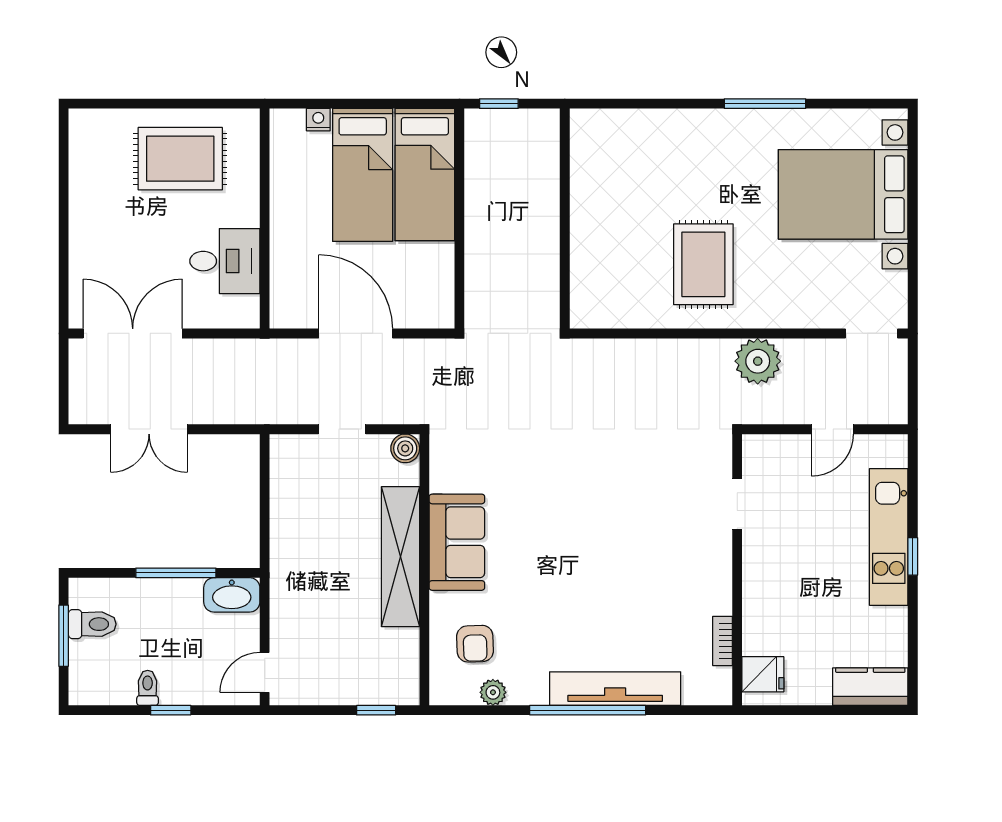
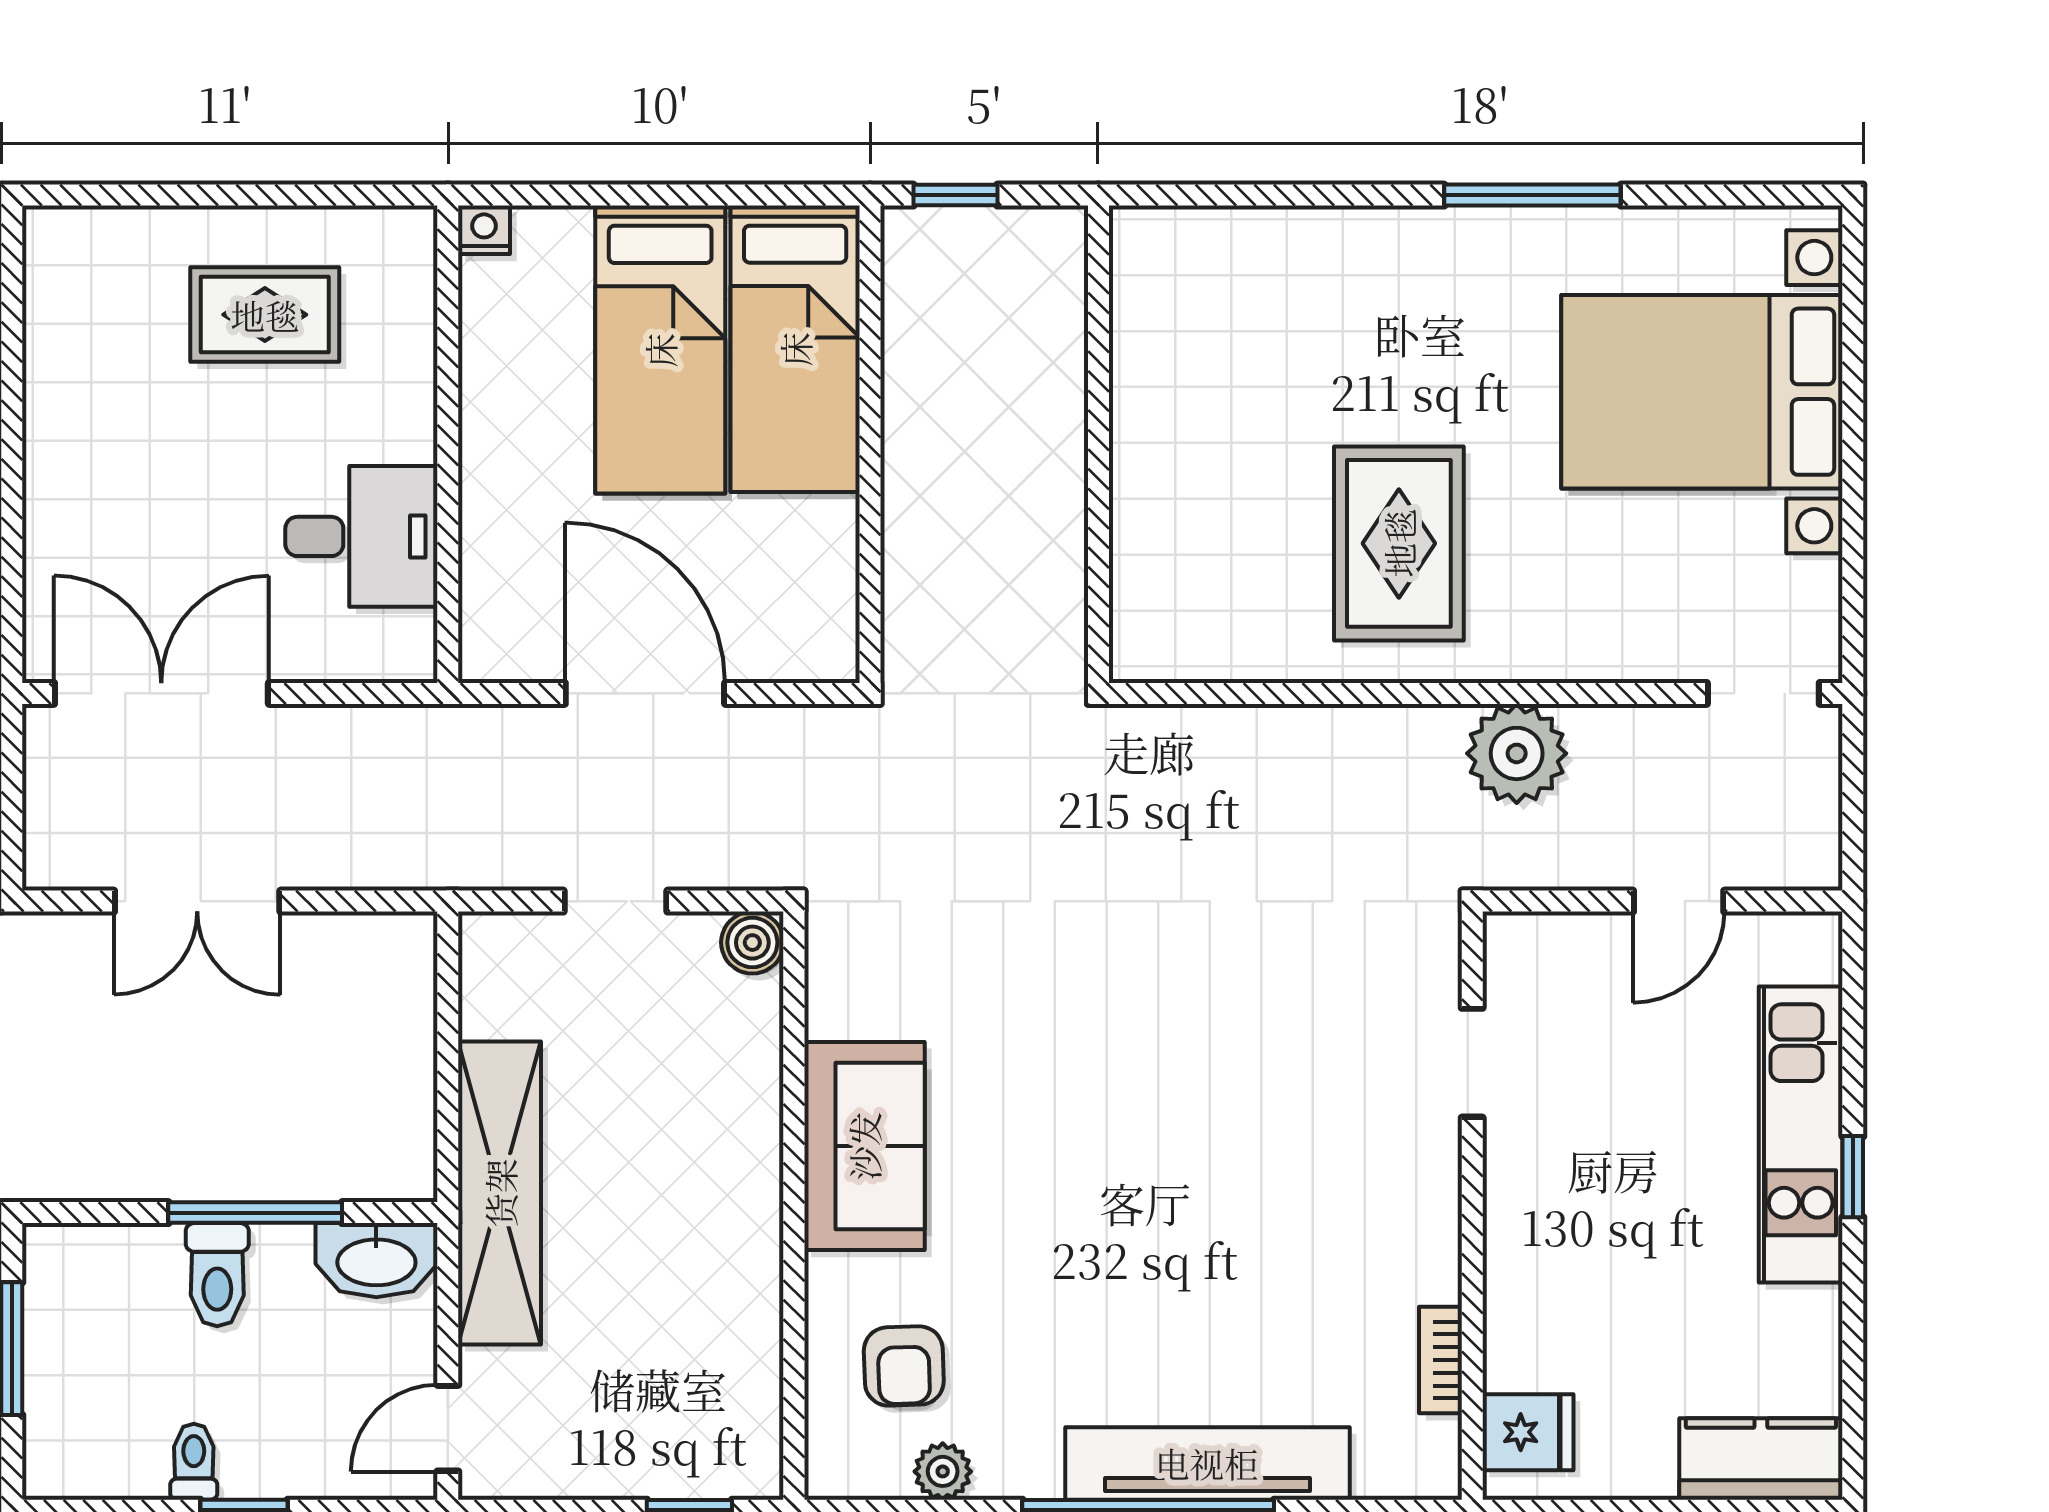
nightstand: (318, 120) -> (484, 230), moved
rug: (180, 159) -> (265, 315), width x0.73, depth x0.70
shelving: (400, 557) -> (500, 1193), moved
toilet: (92, 624) -> (217, 1275), moved, turned 90

